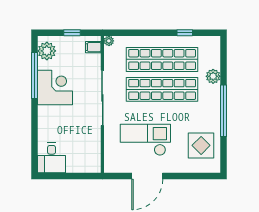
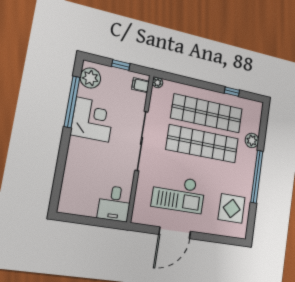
checkout: (145, 140) -> (179, 194), turned 180
desk: (52, 158) -> (115, 204), moved

